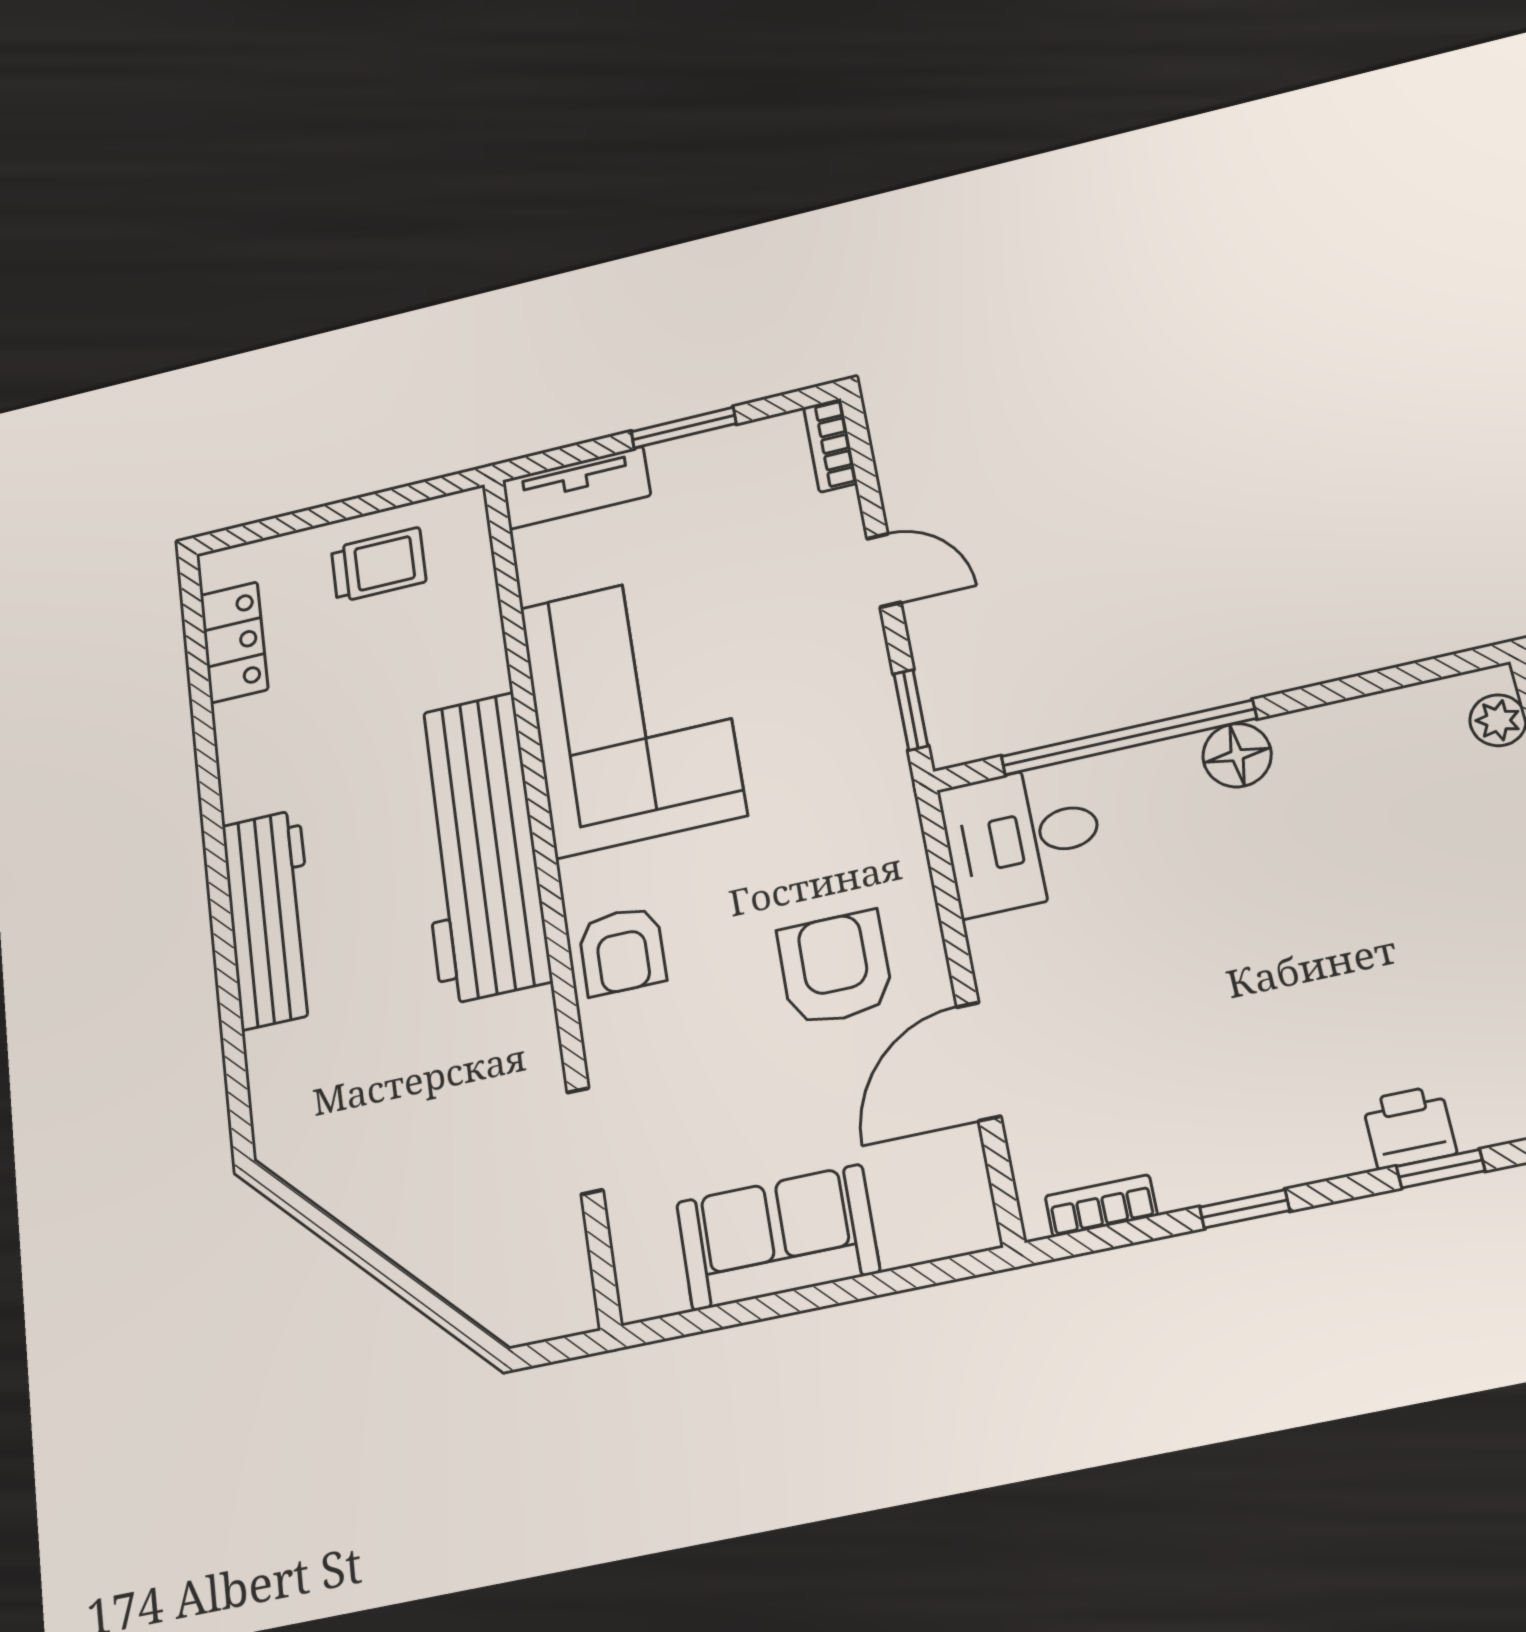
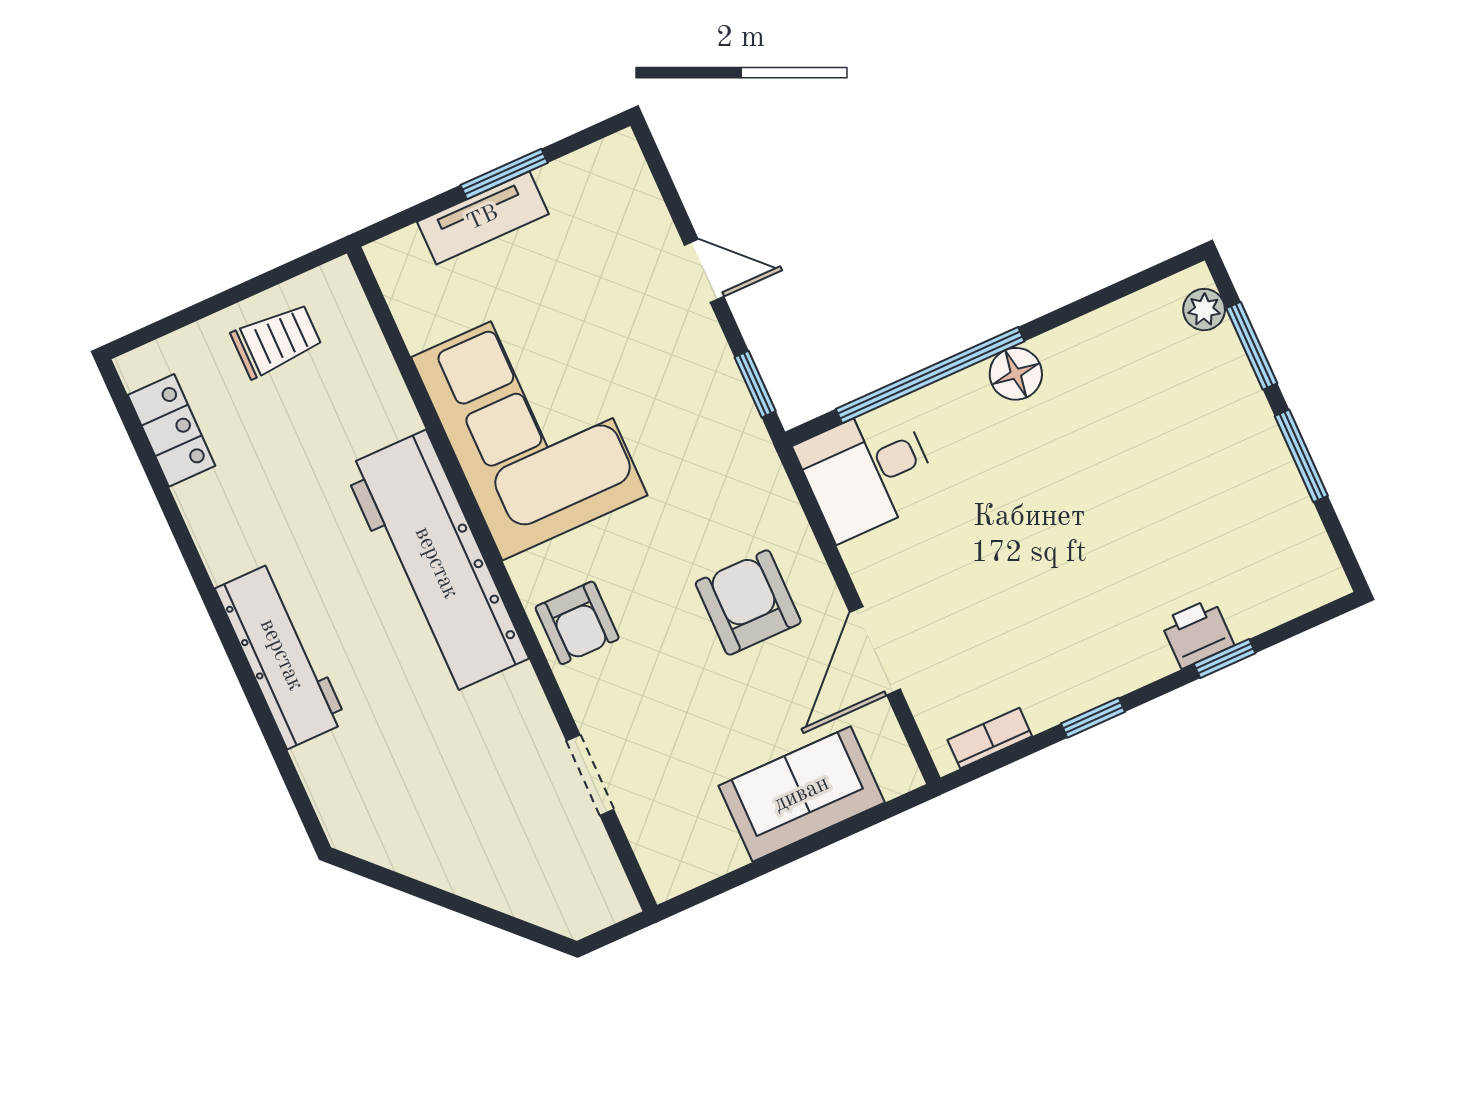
bookcase: (830, 445) -> (632, 169), removed
tv unit: (576, 488) -> (483, 218), moved
sofa: (778, 1237) -> (802, 794), moved

